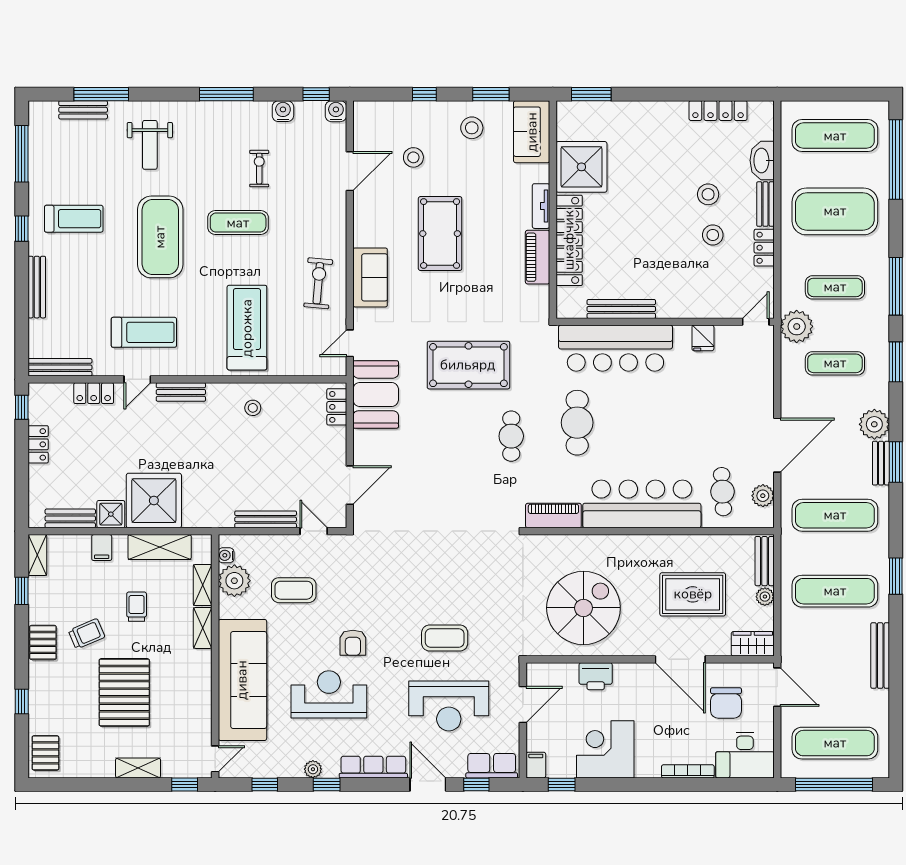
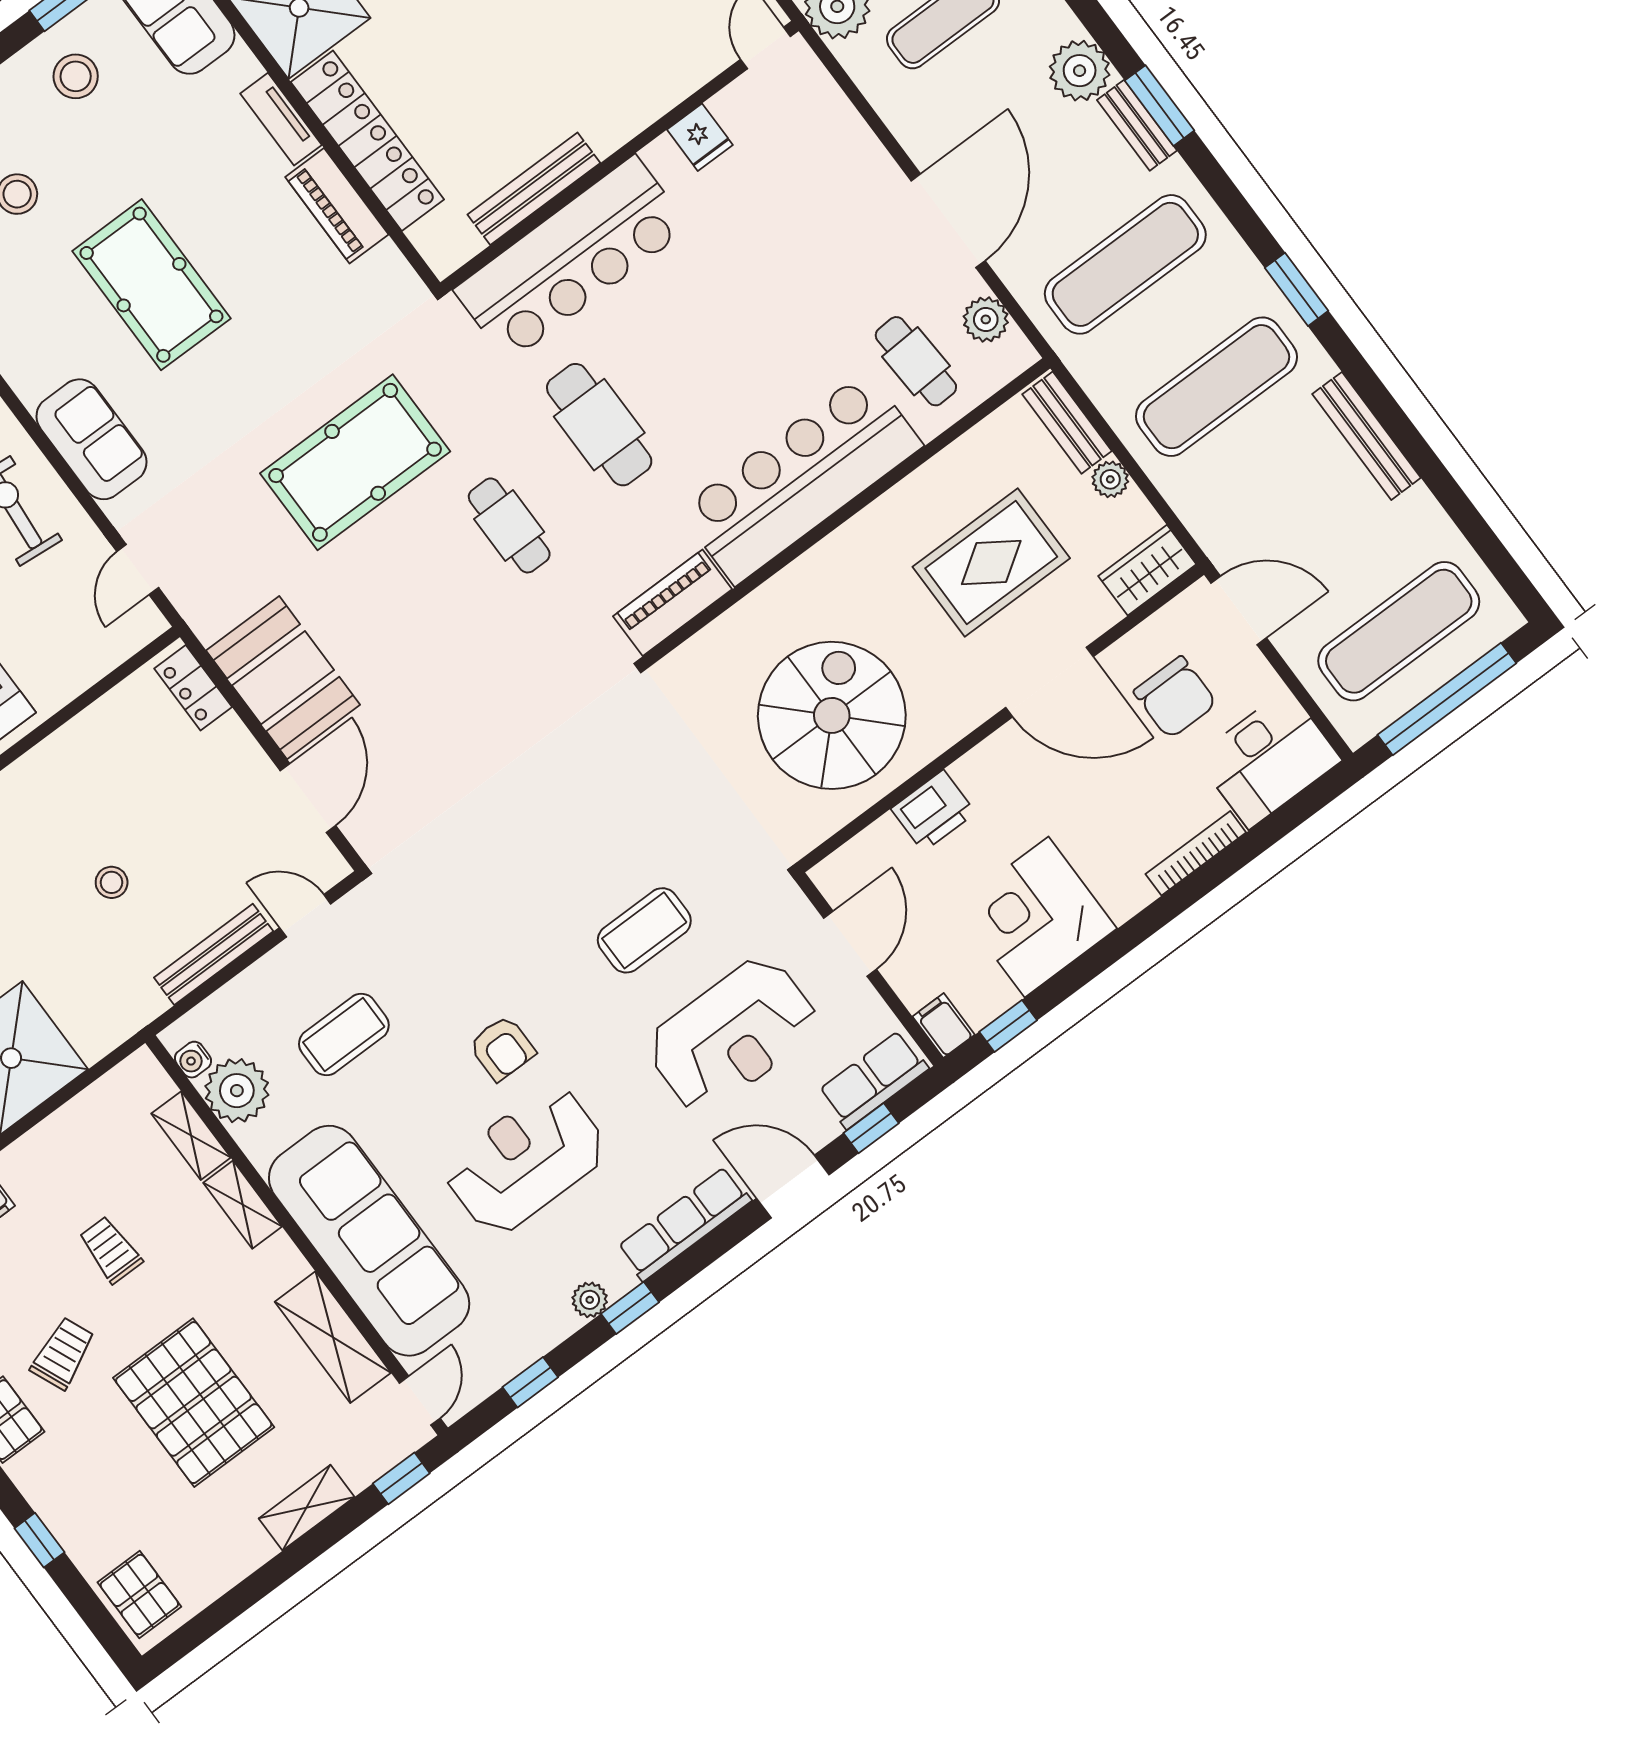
booth: (376, 394) -> (283, 678), moved
stool: (253, 408) -> (112, 882), moved
shelving: (160, 547) -> (333, 1337), moved, turned 90

